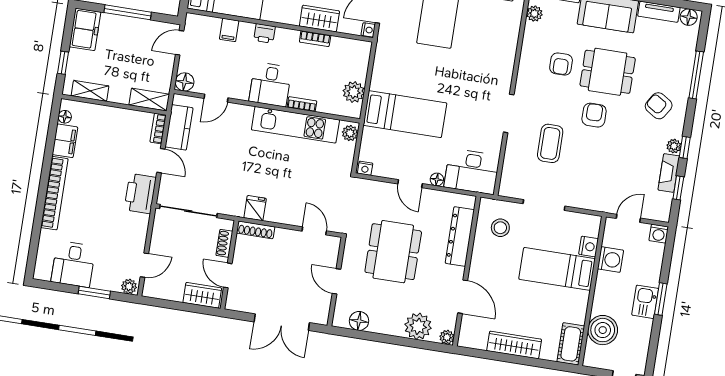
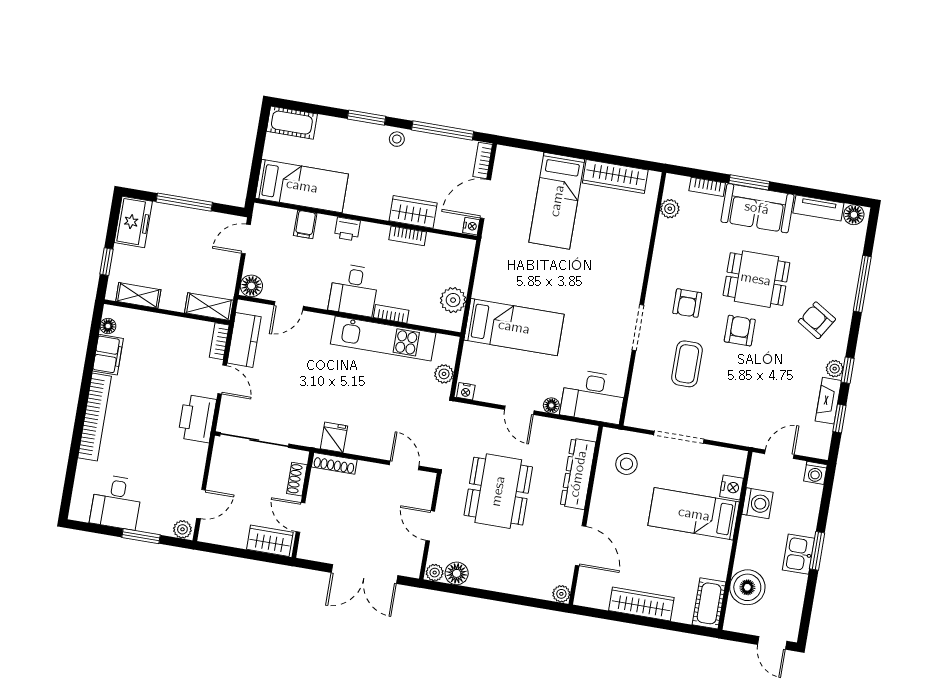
armchair: (561, 64) -> (687, 303), moved
plant: (350, 133) -> (444, 374), moved
plant: (418, 326) -> (435, 573), moved, width x0.53, depth x0.53

